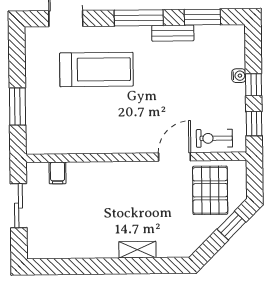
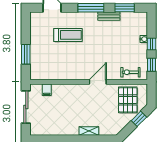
treadmill: (96, 69) -> (68, 35), width x0.73, depth x0.73
door: (175, 157) -> (98, 82), moved
sliding door: (19, 206) -> (26, 107), width x1.37

